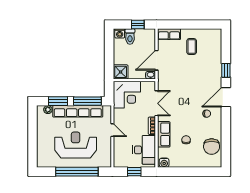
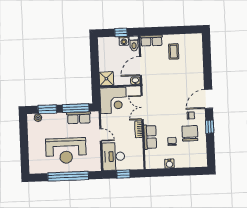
washing machine: (120, 33) -> (124, 41), moved
toilet: (130, 37) -> (134, 44), moved
window: (226, 70) -> (210, 127), moved
double door: (156, 103) -> (142, 107), swing flipped
row of seats: (78, 111) -> (79, 118), width x0.50
reception desk: (76, 145) -> (66, 151), turned 180
chair: (212, 147) -> (190, 133), moved, turned 180
desk: (144, 150) -> (114, 156), moved, turned 180
water cooler: (164, 163) -> (169, 164), moved

